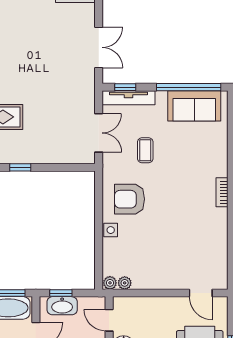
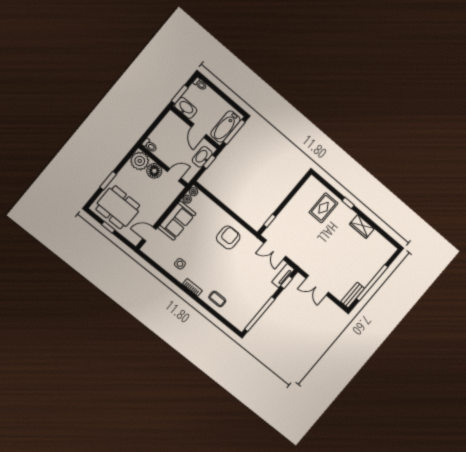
tv unit: (129, 98) -> (283, 276), width x0.71
sofa: (194, 106) -> (177, 221), moved, turned 180
coffee table: (145, 150) -> (217, 299), moved
window: (20, 167) -> (270, 221), moved
side table: (111, 230) -> (180, 264), moved

